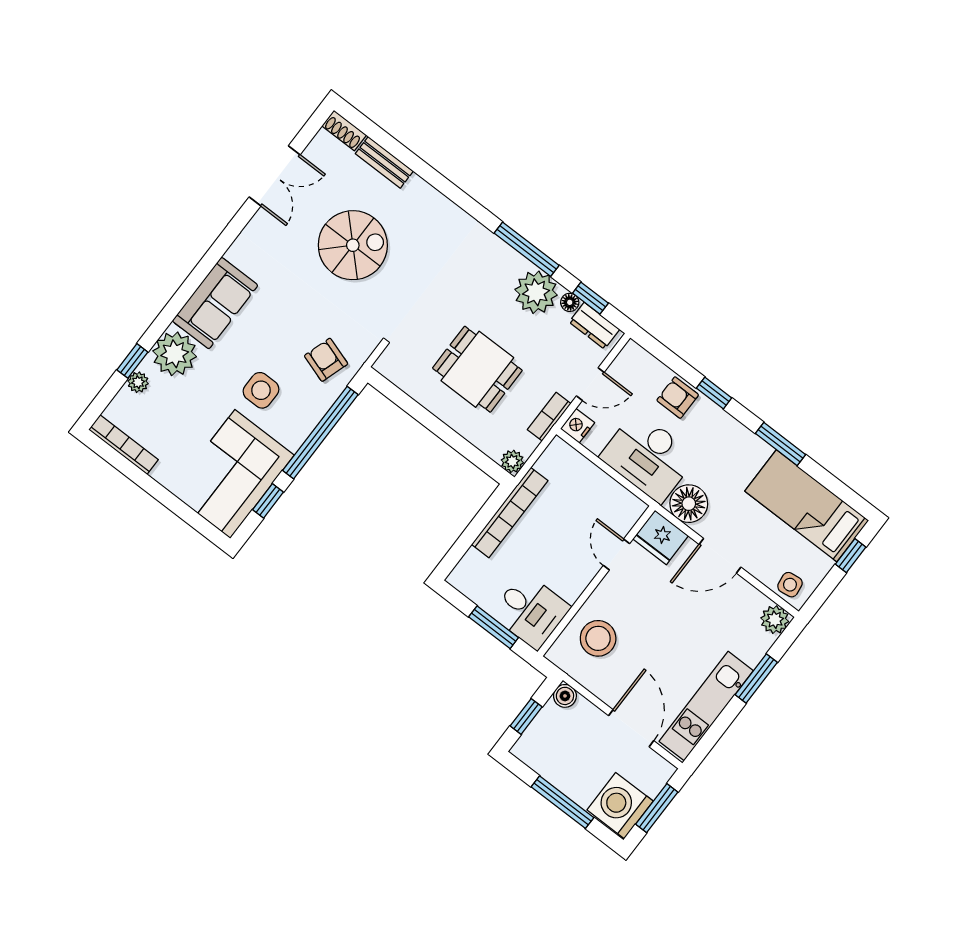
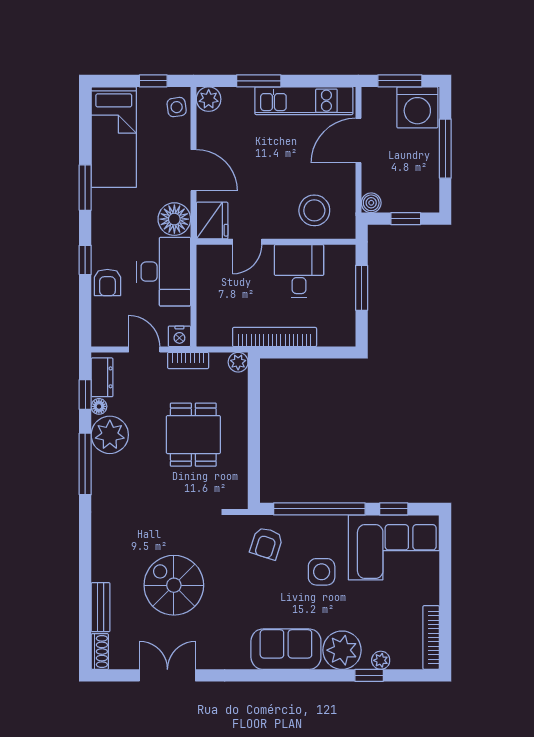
window: (851, 556) -> (153, 81), moved
desk: (530, 611) -> (299, 271), moved

